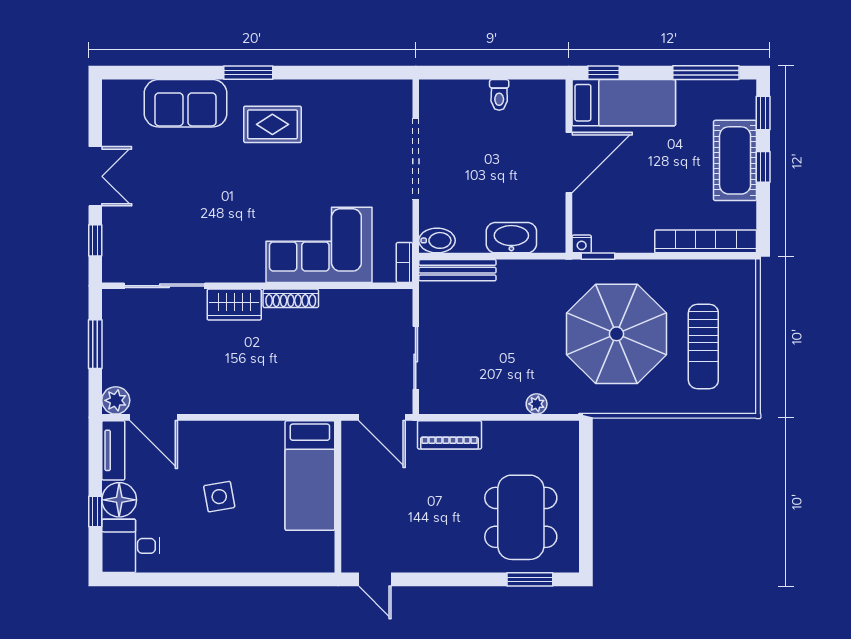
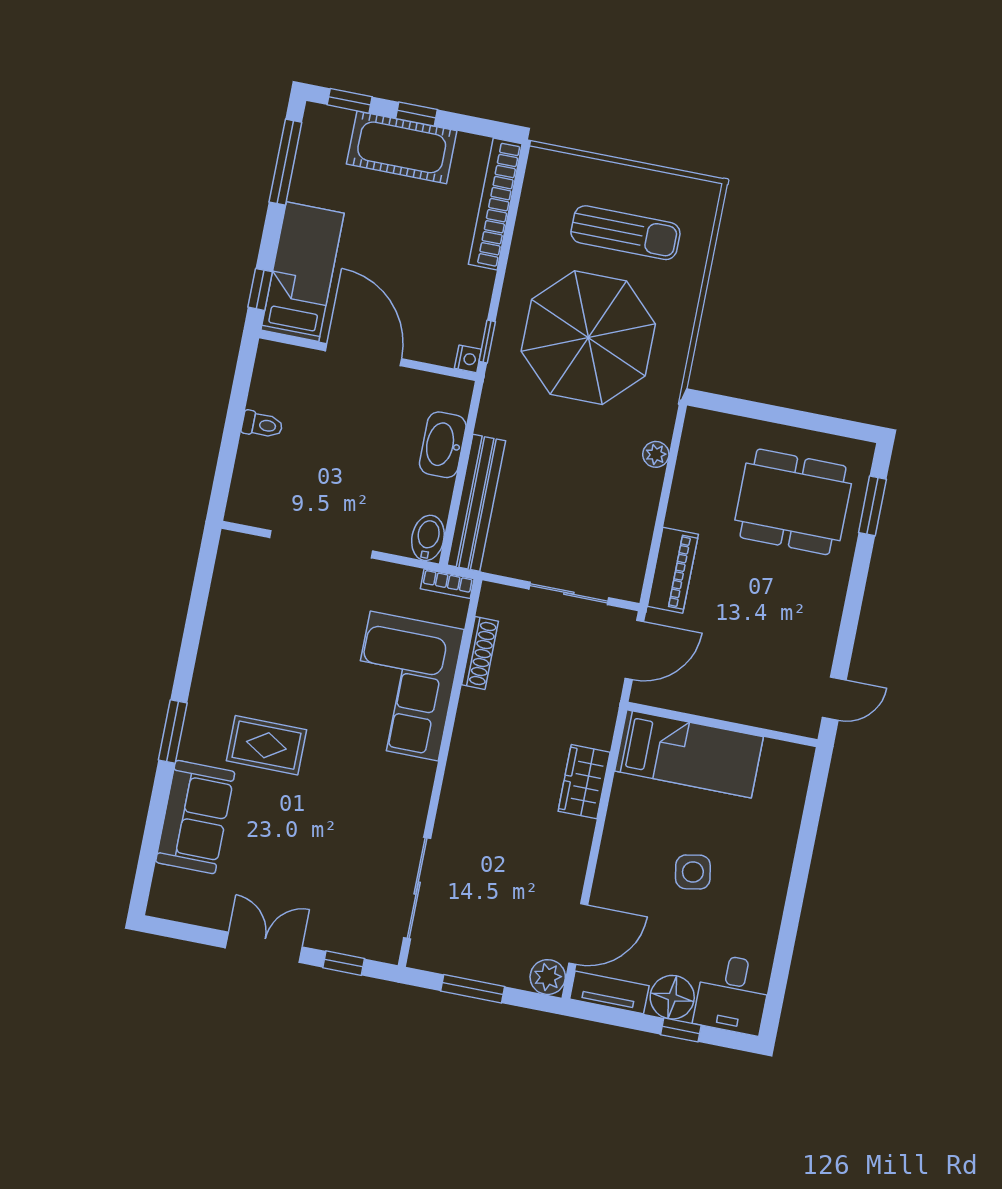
rug: (272, 124) -> (266, 745), moved, turned 90
bench: (457, 270) -> (476, 503), width x1.37, depth x1.21
shoe rack: (291, 298) -> (480, 653), moved
wardrobe: (234, 305) -> (584, 782), moved, turned 180

